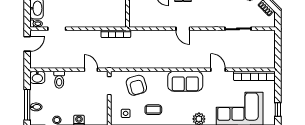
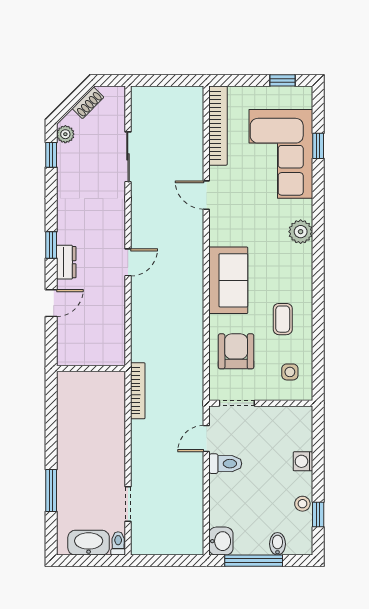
door: (27, 44) -> (157, 561), removed
door: (218, 70) -> (206, 195), hinge flipped
toilet: (59, 80) -> (225, 464), moved
sofa: (185, 81) -> (228, 280), moved
armchair: (136, 85) -> (236, 351), turned -74
window: (27, 105) -> (254, 561), moved

